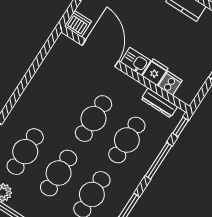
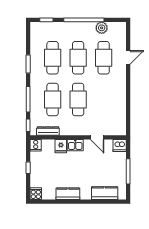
door: (100, 53) -> (97, 137), width x0.53
cooker: (170, 83) -> (36, 145), moved

